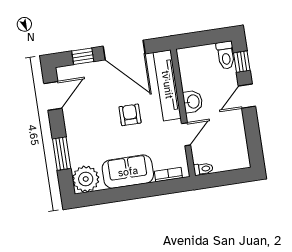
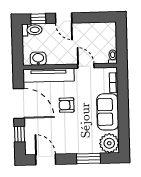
door: (124, 50) -> (19, 103), hinge flipped
washbasin: (193, 102) -> (38, 59), moved

